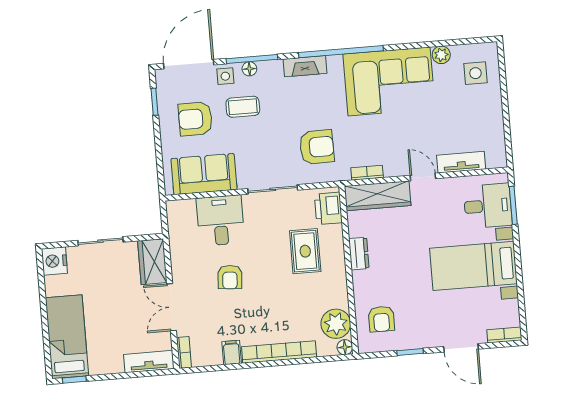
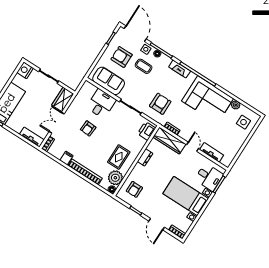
door: (189, 64) -> (135, 34), hinge flipped
armchair: (317, 147) -> (160, 104), turned -89
rug: (305, 251) -> (119, 157), moved

